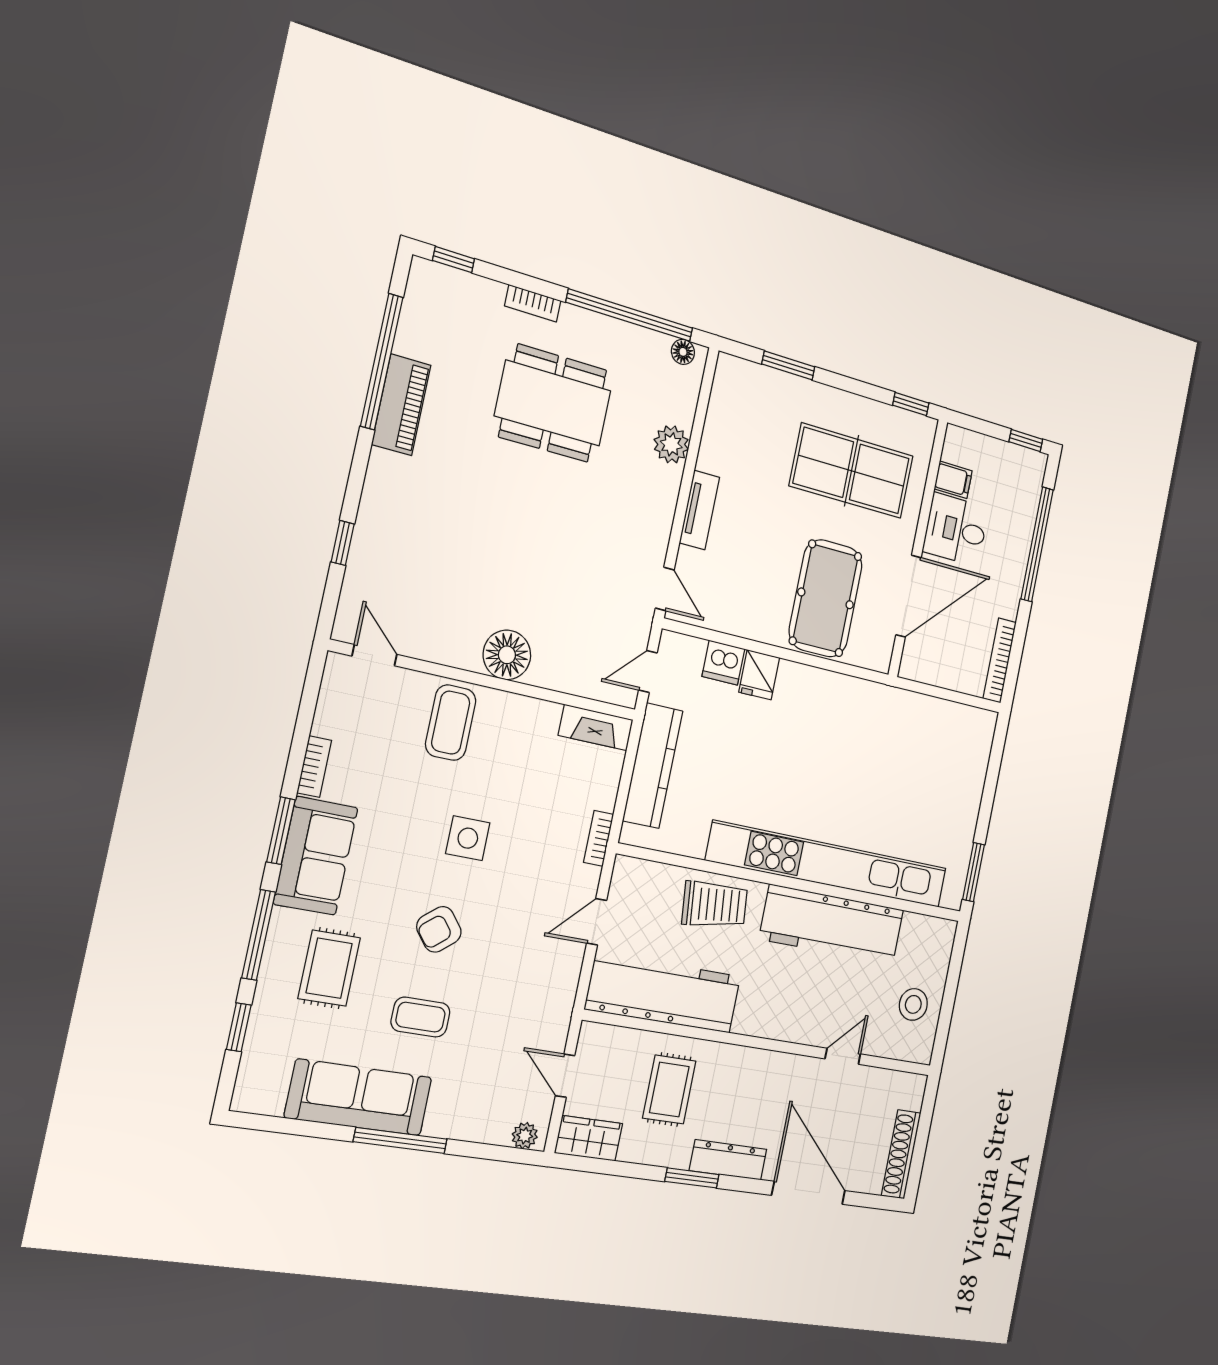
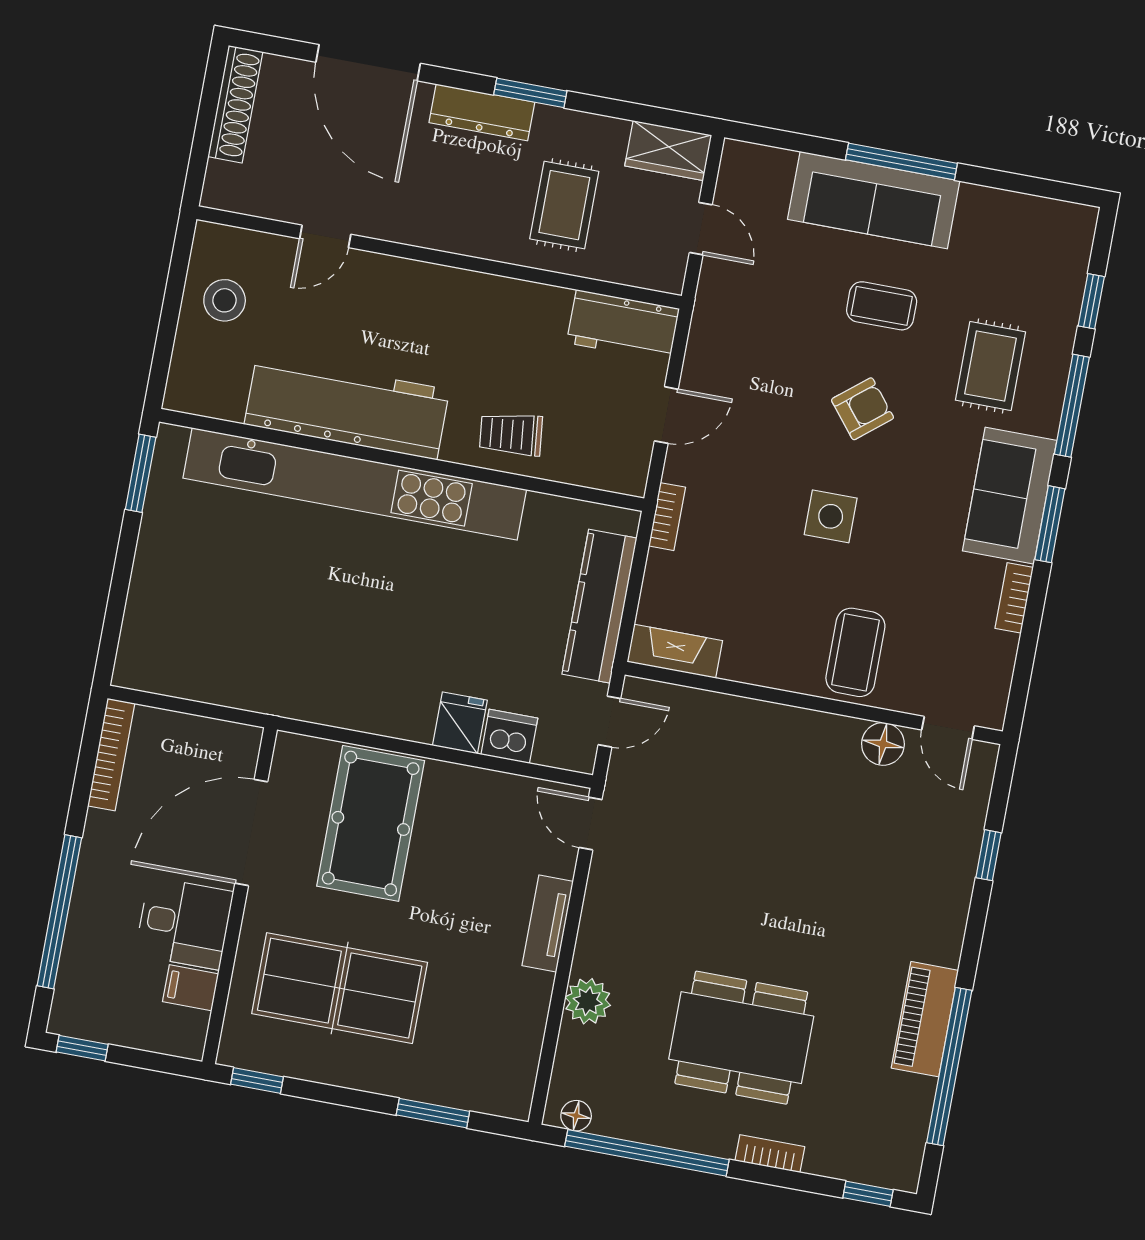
floor lamp: (507, 655) -> (883, 744), moved, width x0.73, depth x0.73
trolley: (715, 905) -> (511, 434), width x0.73, depth x0.72
workbench: (663, 993) -> (623, 326), width x0.53, depth x0.76
sofa: (359, 1097) -> (874, 200), moved
plant: (525, 1136) -> (750, 158), removed

